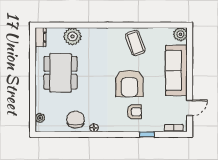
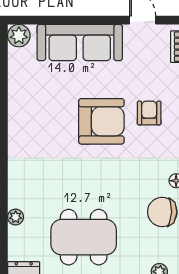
plant: (72, 36) -> (16, 217), width x0.53, depth x0.53
coffee table: (135, 43) -> (34, 111), removed

